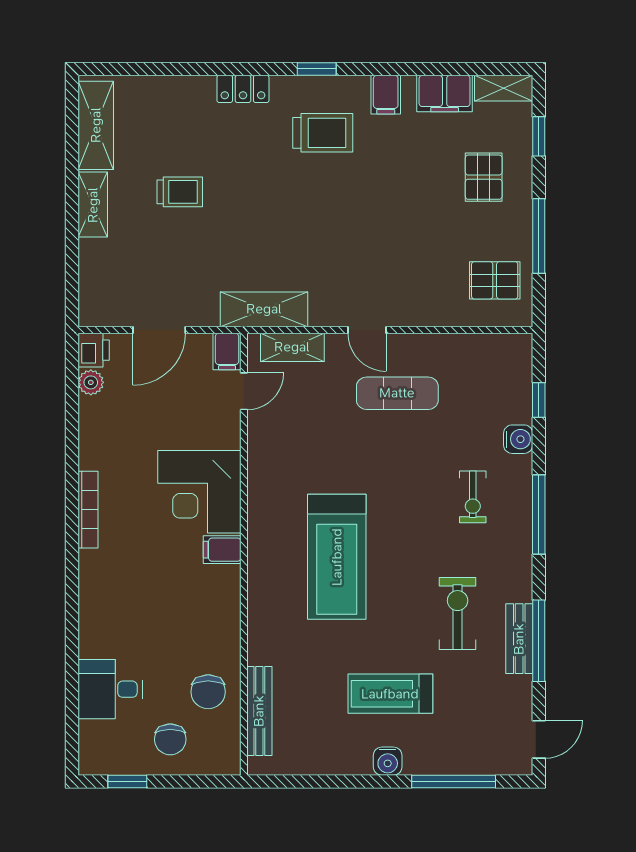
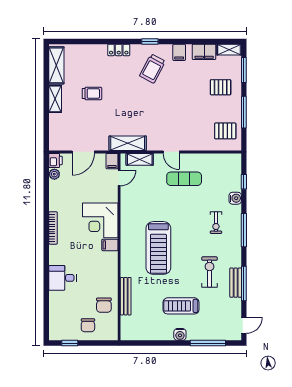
trolley: (323, 133) -> (152, 69), turned 118
window: (539, 136) -> (244, 70), width x1.50
pallet: (484, 177) -> (221, 87), turned 90
desk: (110, 689) -> (62, 278), moved
bench: (259, 711) -> (126, 296), moved

